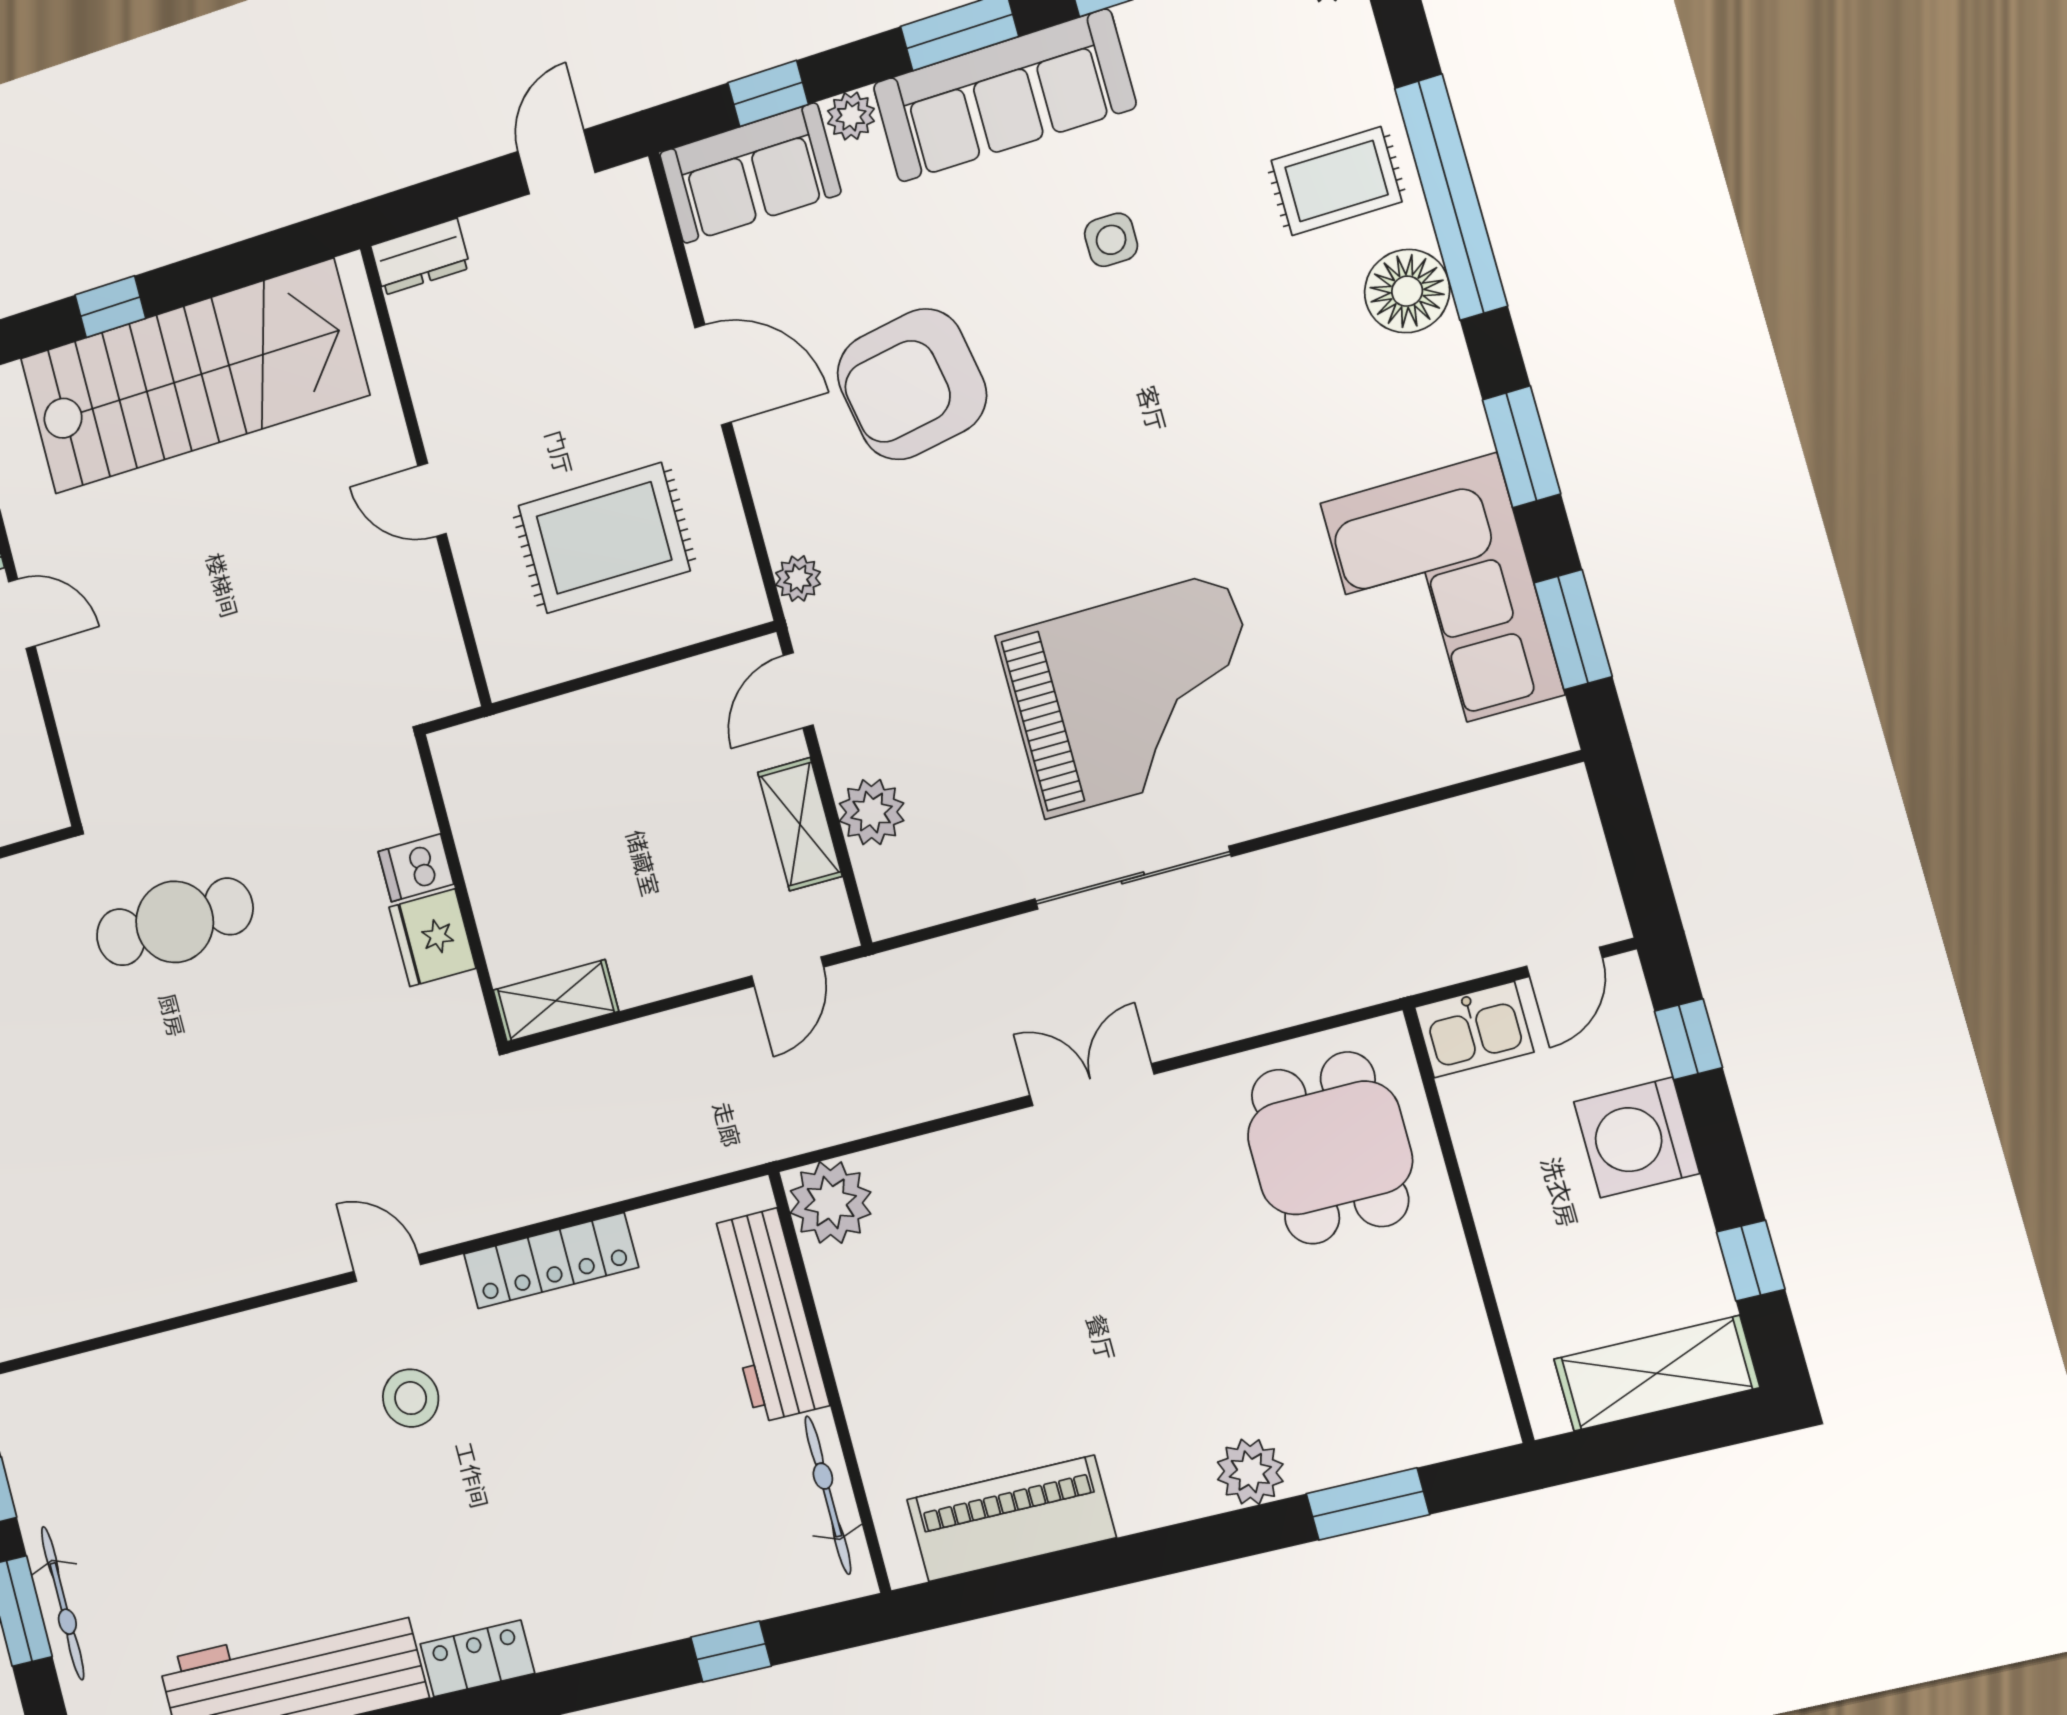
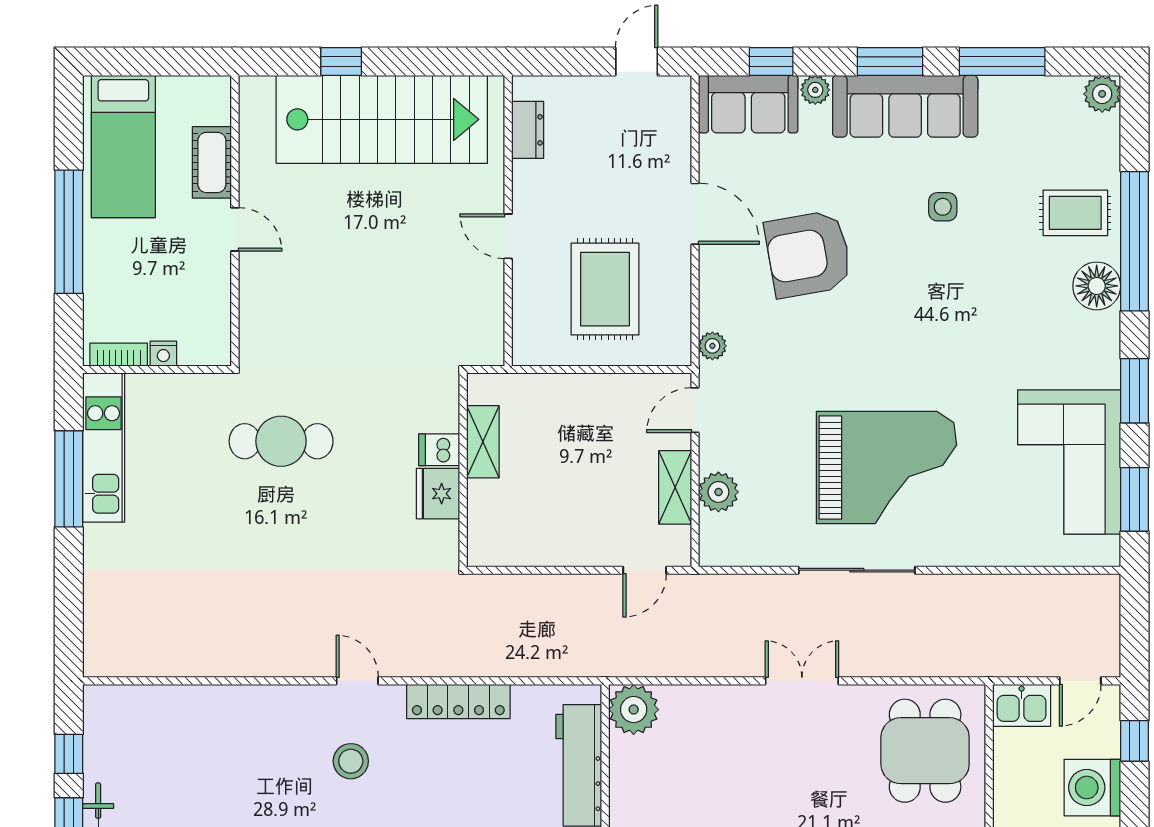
dresser: (420, 257) -> (528, 130), moved, turned -90
rug: (604, 538) -> (605, 289), turned 90
shelving: (556, 1001) -> (483, 442), moved, turned 90

